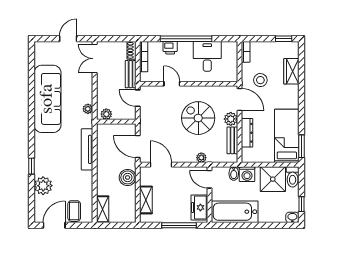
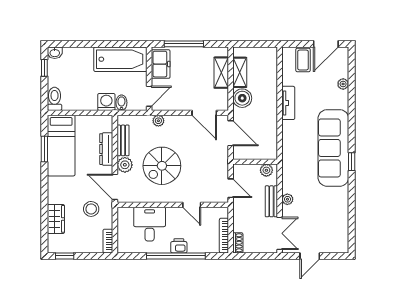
printer: (170, 48) -> (179, 246), moved
desk: (207, 56) -> (150, 224), moved, turned 180
bench: (131, 74) -> (271, 201), moved
sofa: (47, 99) -> (333, 148), moved
plant: (88, 109) -> (287, 199), moved
spiral stairs: (198, 118) -> (162, 166), turned 90
window: (301, 146) -> (44, 149), moved
tv unit: (87, 149) -> (288, 103), moved, width x0.71
window: (31, 166) -> (352, 162), moved
door: (209, 179) -> (149, 96), hinge flipped
shower: (273, 179) -> (77, 96), removed
plant: (43, 186) -> (343, 84), width x0.53, depth x0.53
shelving: (103, 209) -> (240, 72), moved

